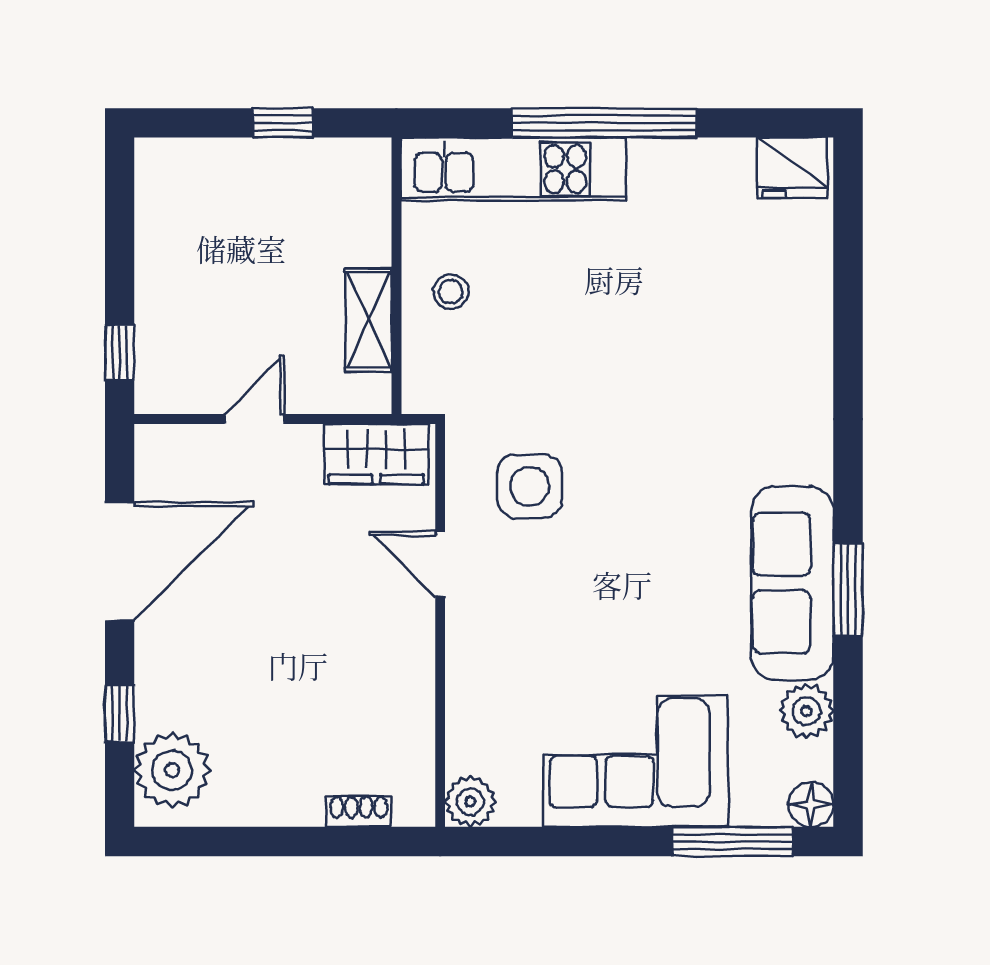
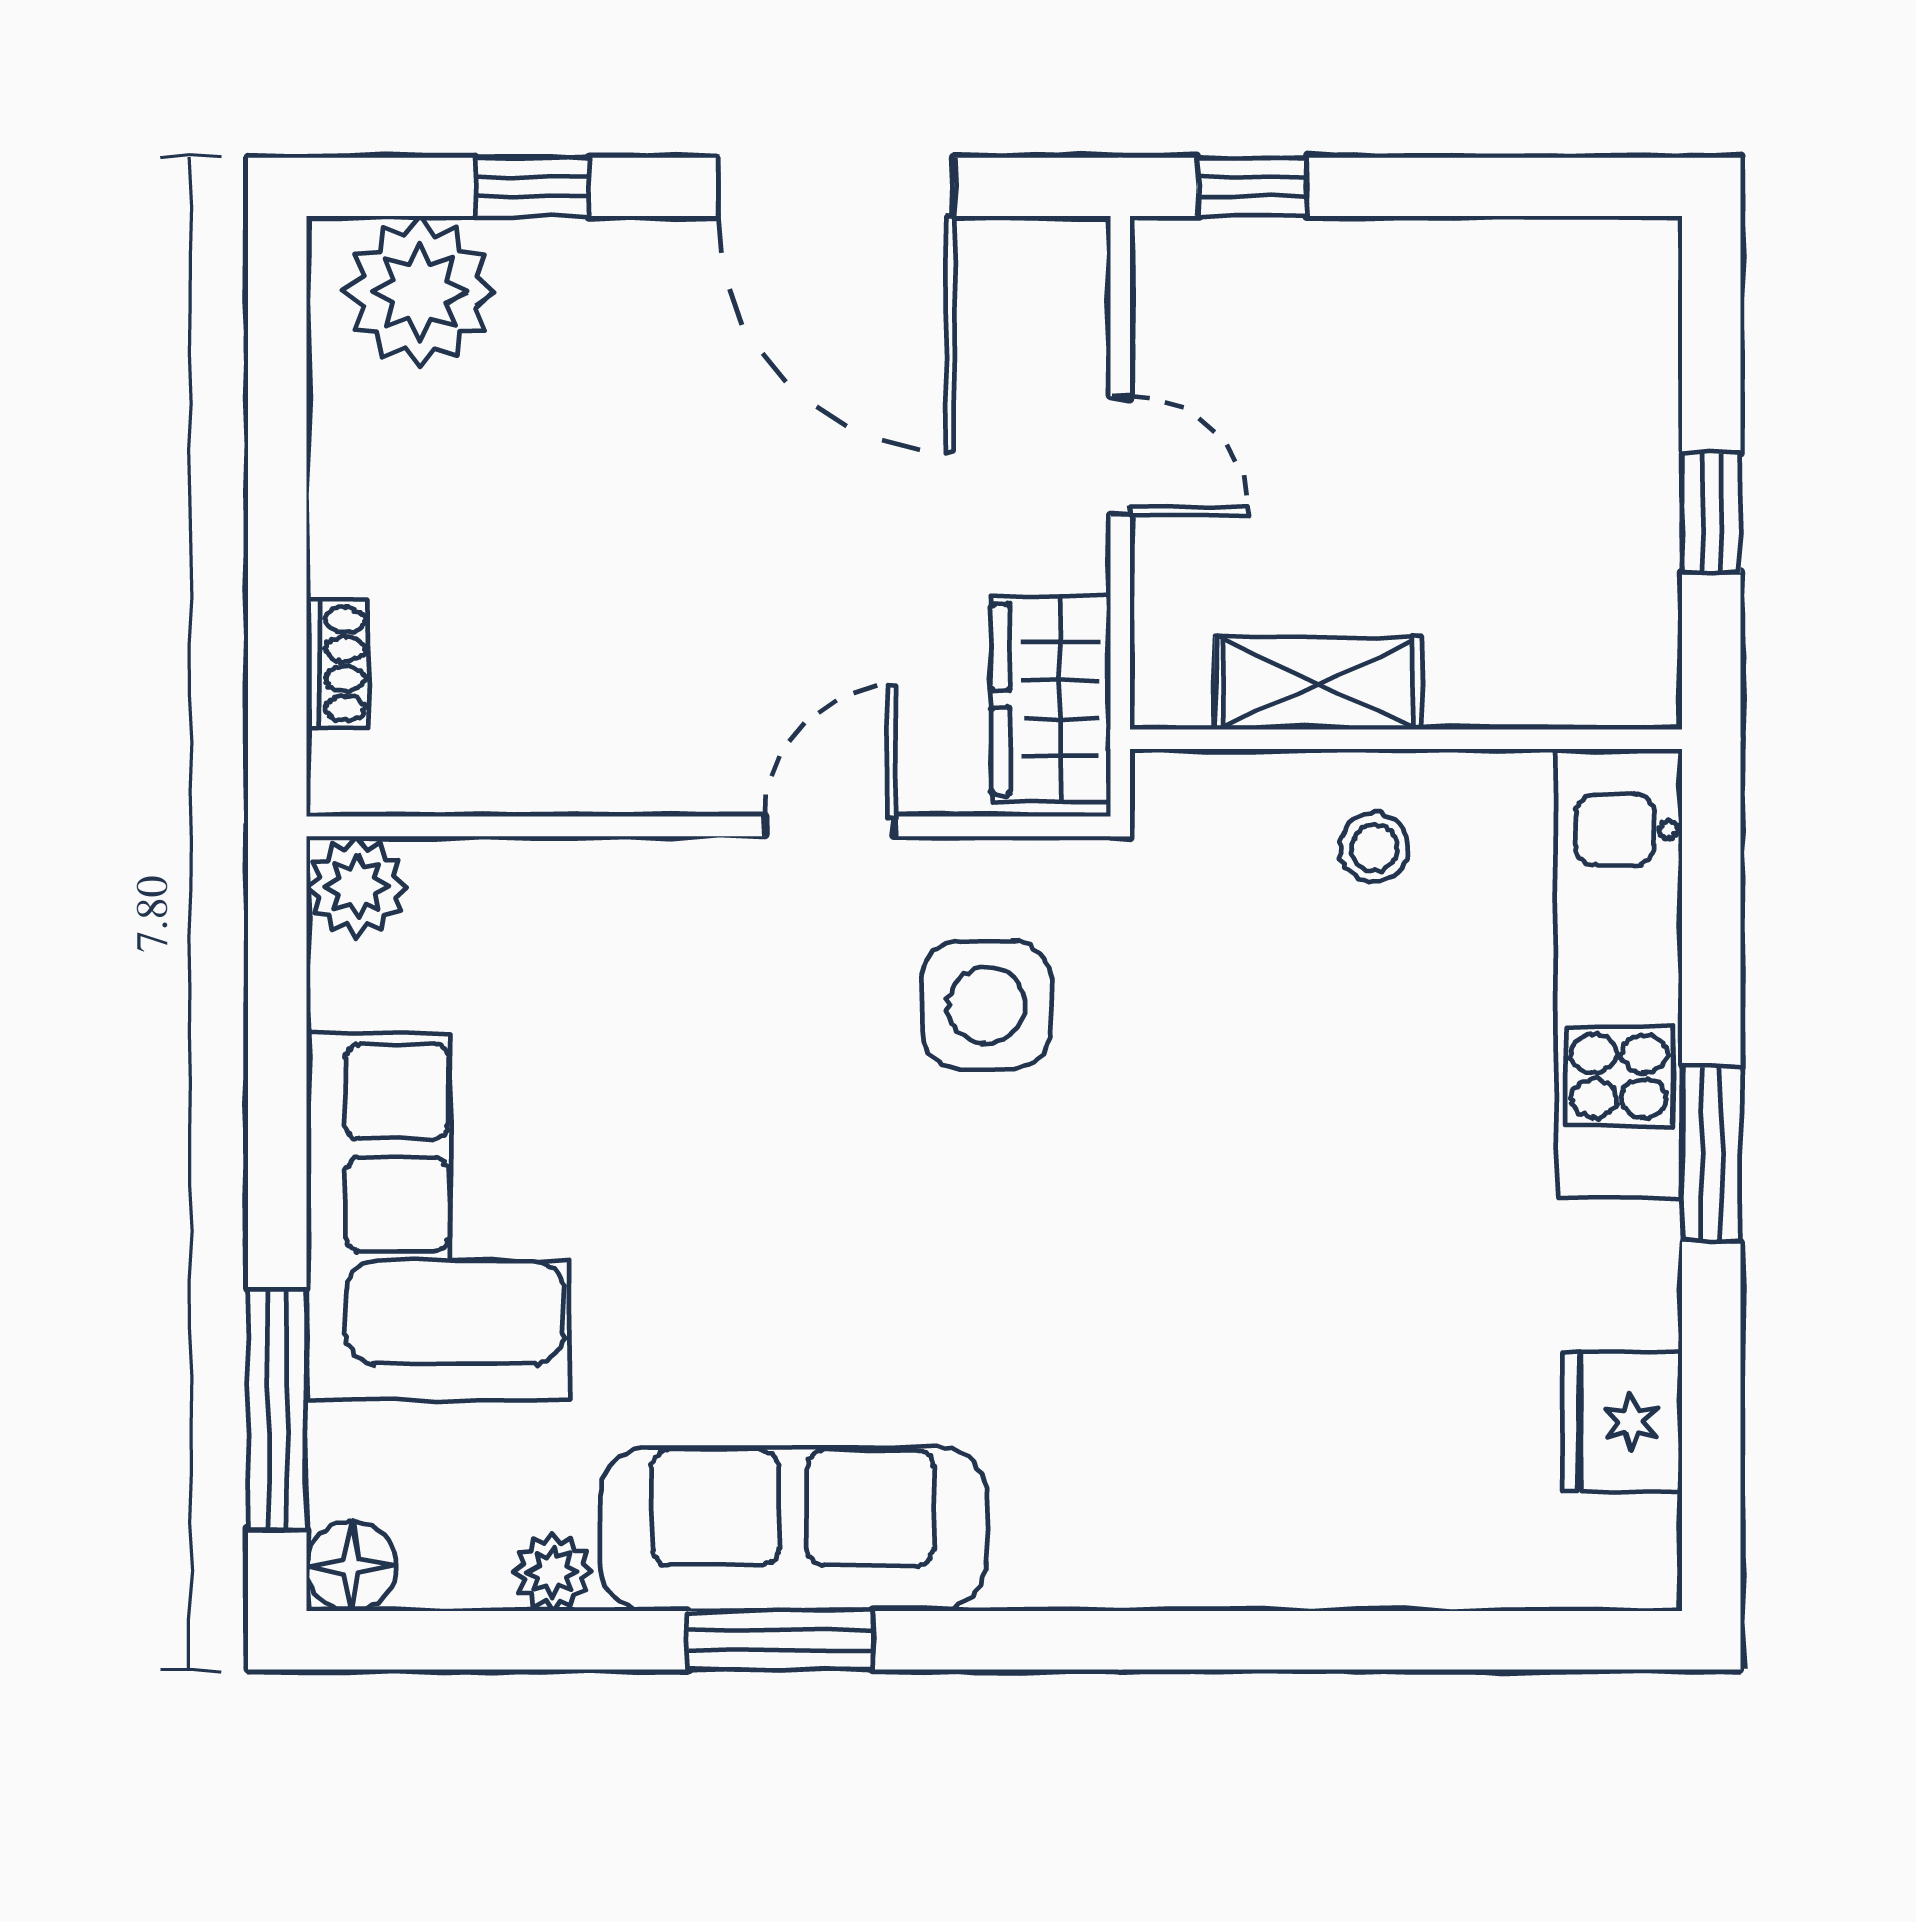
window: (604, 123) -> (1711, 1154), width x0.47
fridge: (792, 168) -> (1622, 1422), moved
plant: (806, 711) -> (553, 1572), width x0.73, depth x0.73

